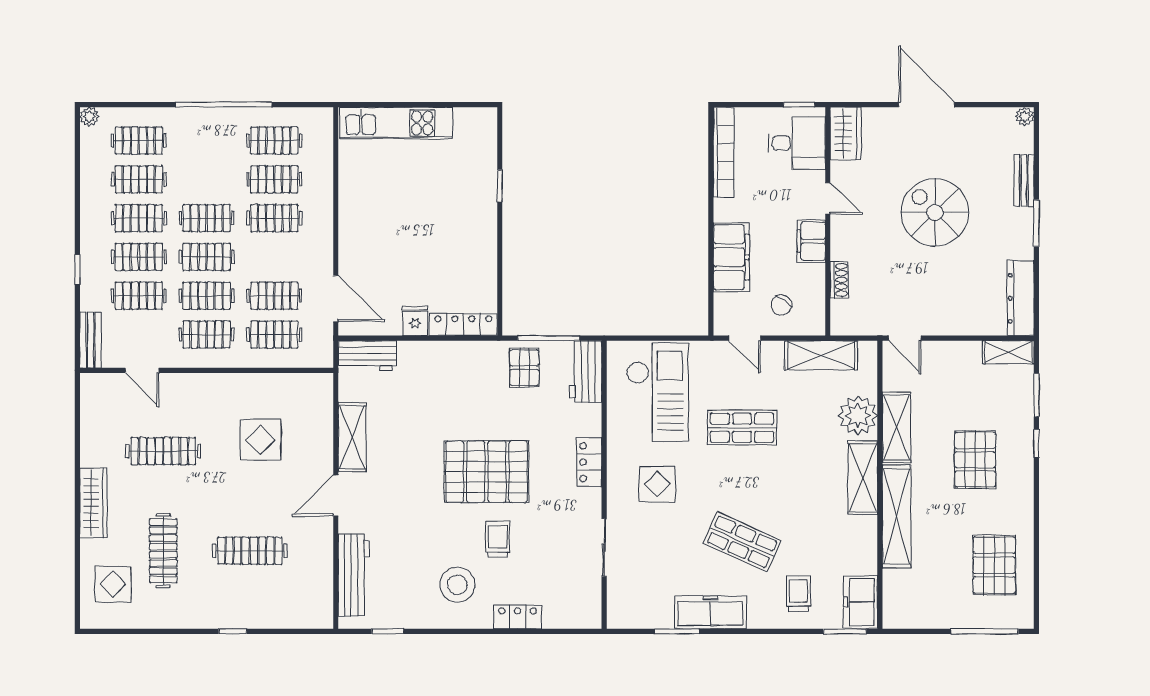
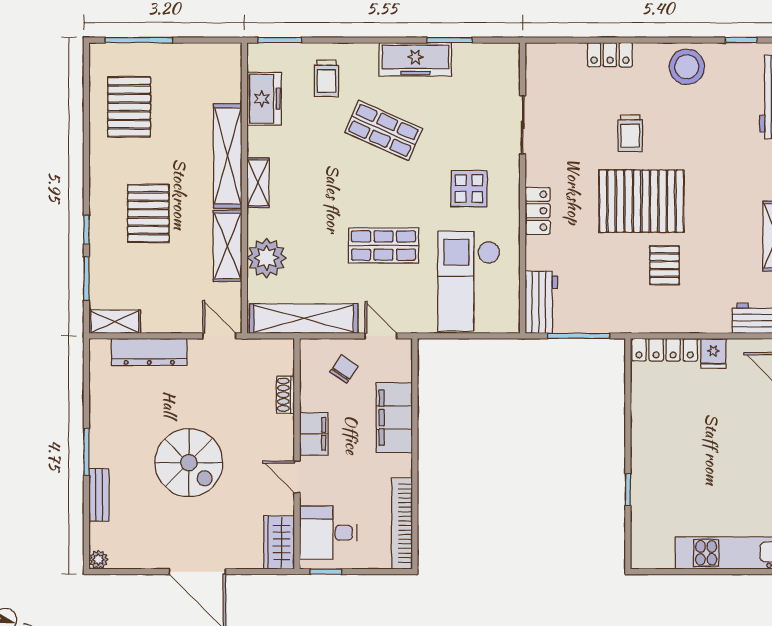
dresser: (1021, 298) -> (149, 352), moved, turned 90
shelving: (821, 355) -> (304, 319), width x1.47
pallet: (524, 368) -> (664, 265), moved
shelving: (863, 478) -> (258, 183), width x0.67, depth x0.75
stool: (457, 585) -> (687, 67), moved
freezer: (860, 602) -> (264, 99), moved

